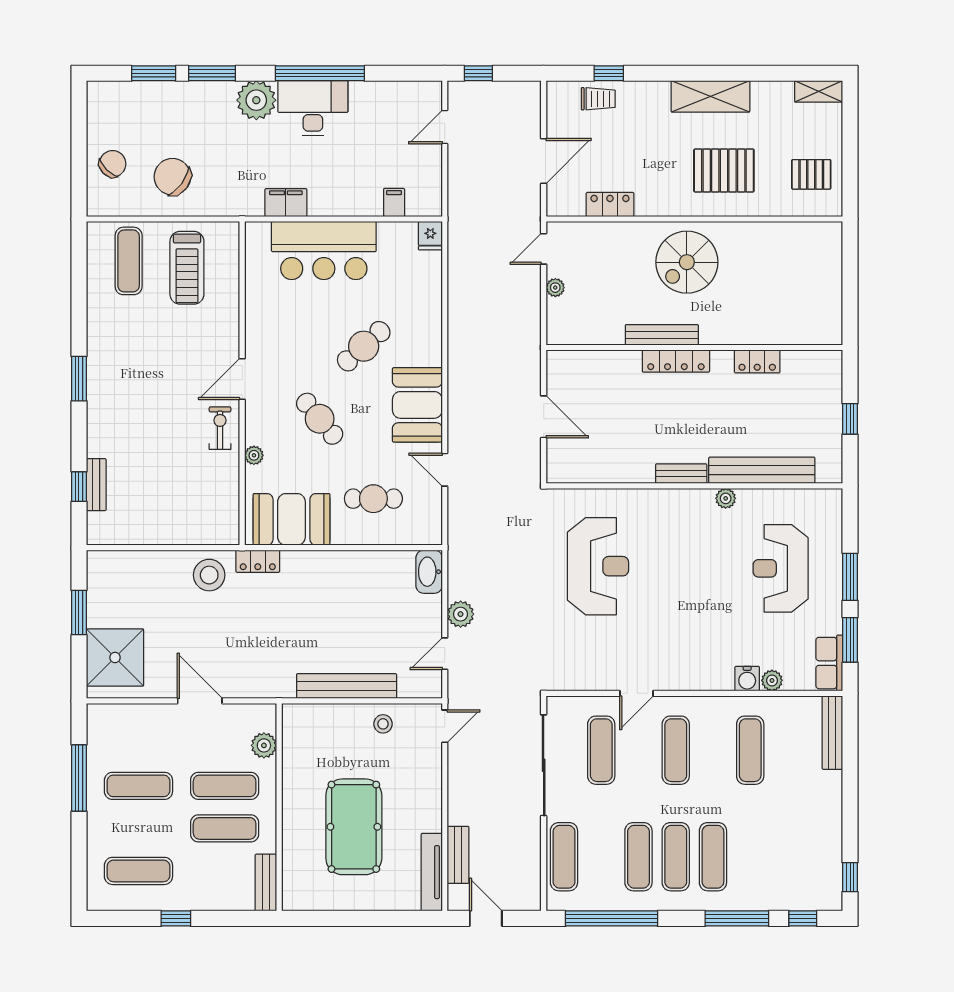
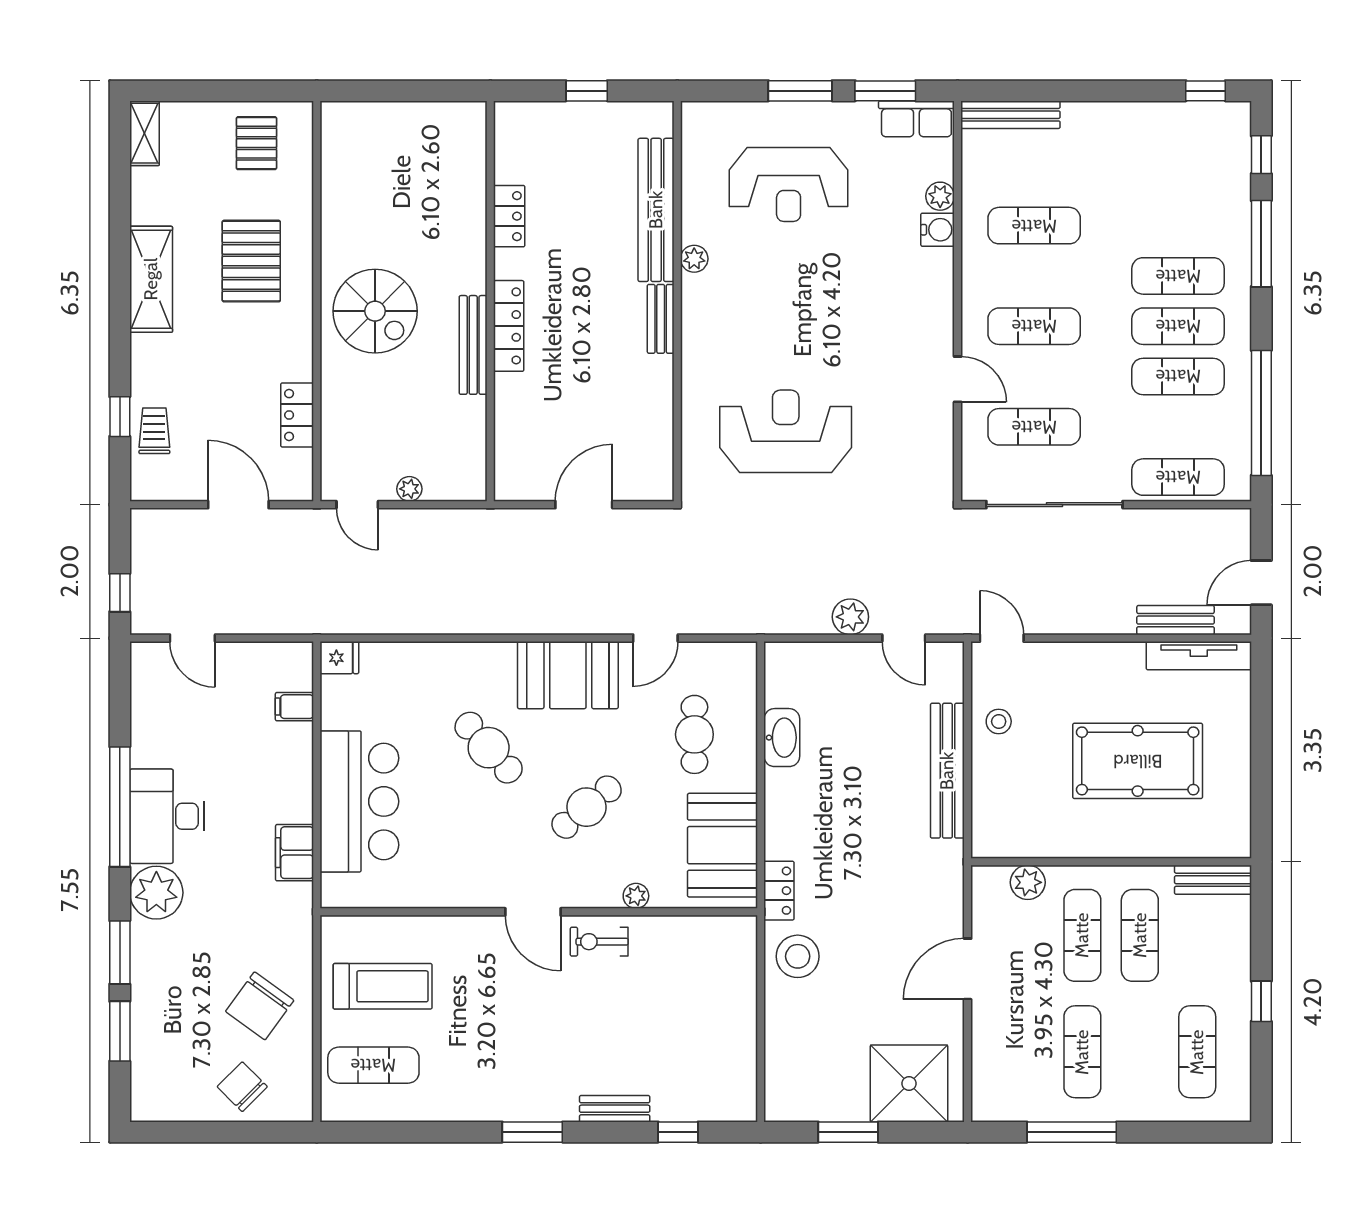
bench: (96, 485) -> (615, 1109), moved
washbasin: (429, 572) -> (782, 738), moved, turned -90

